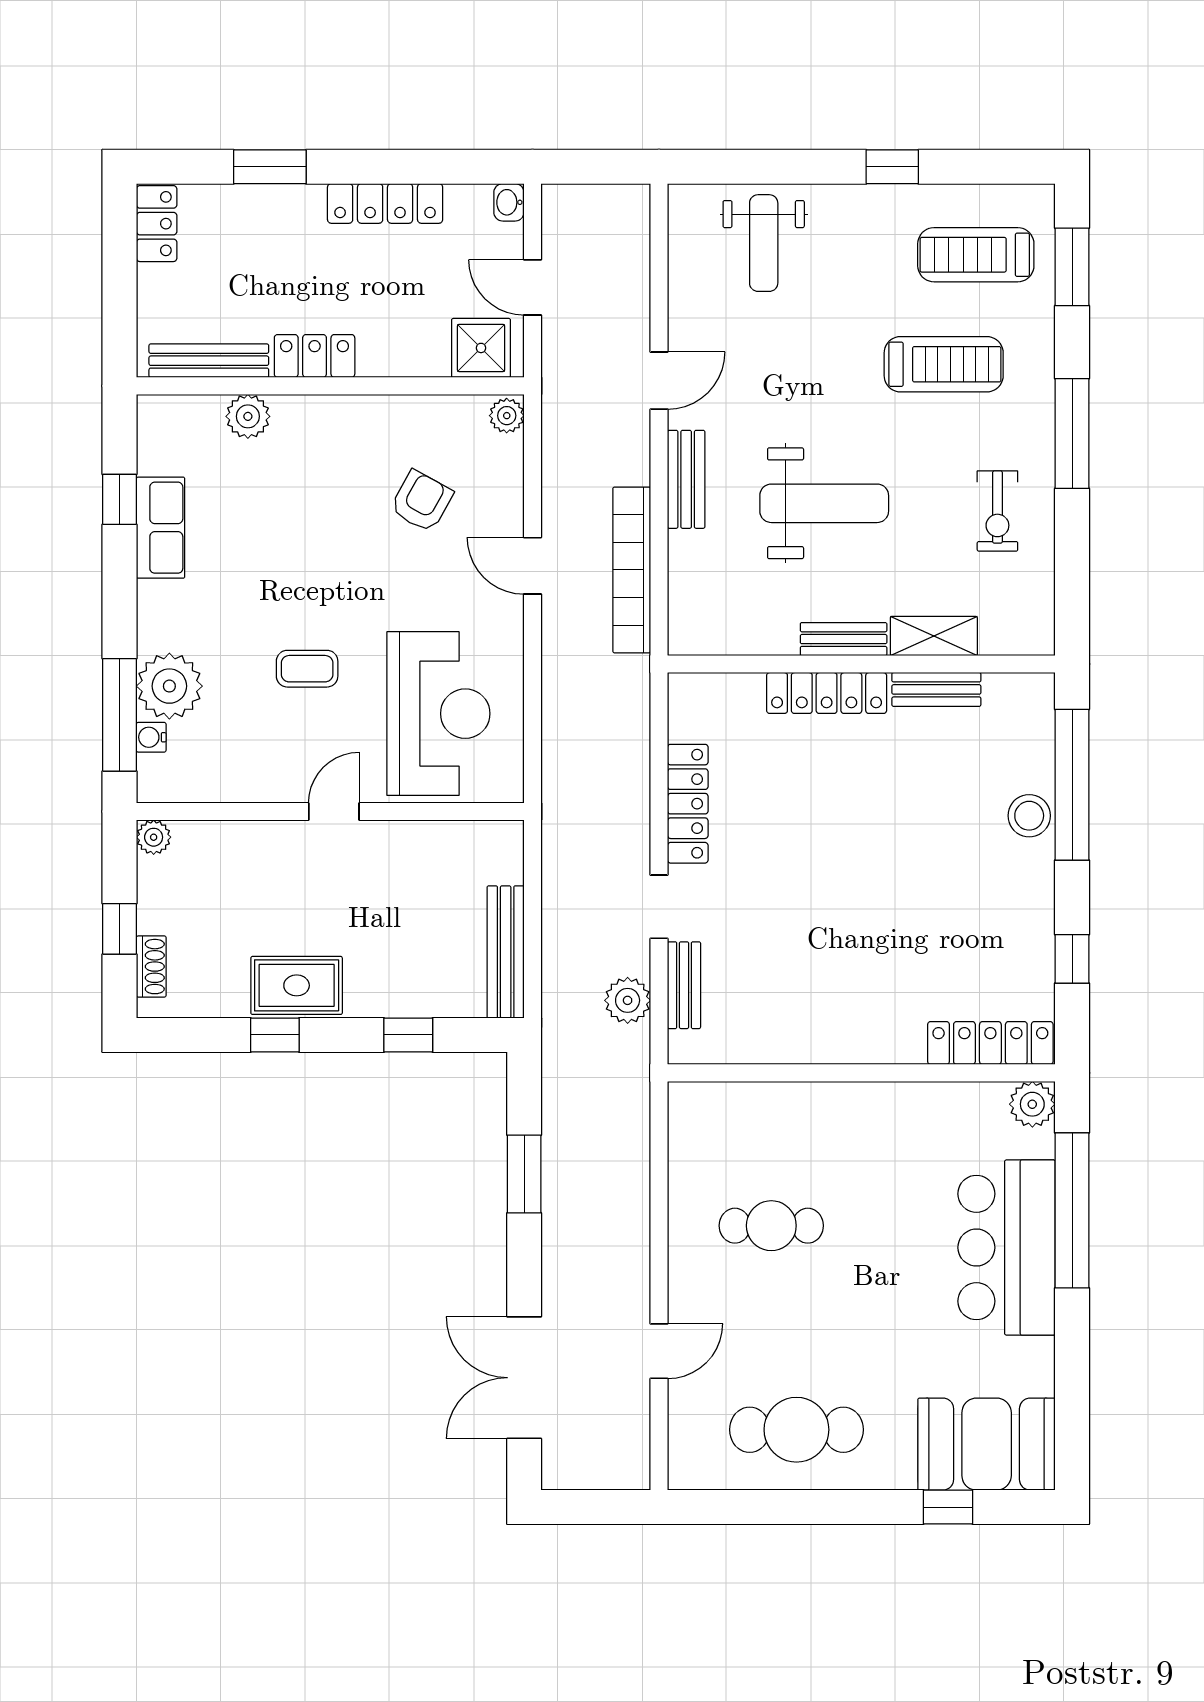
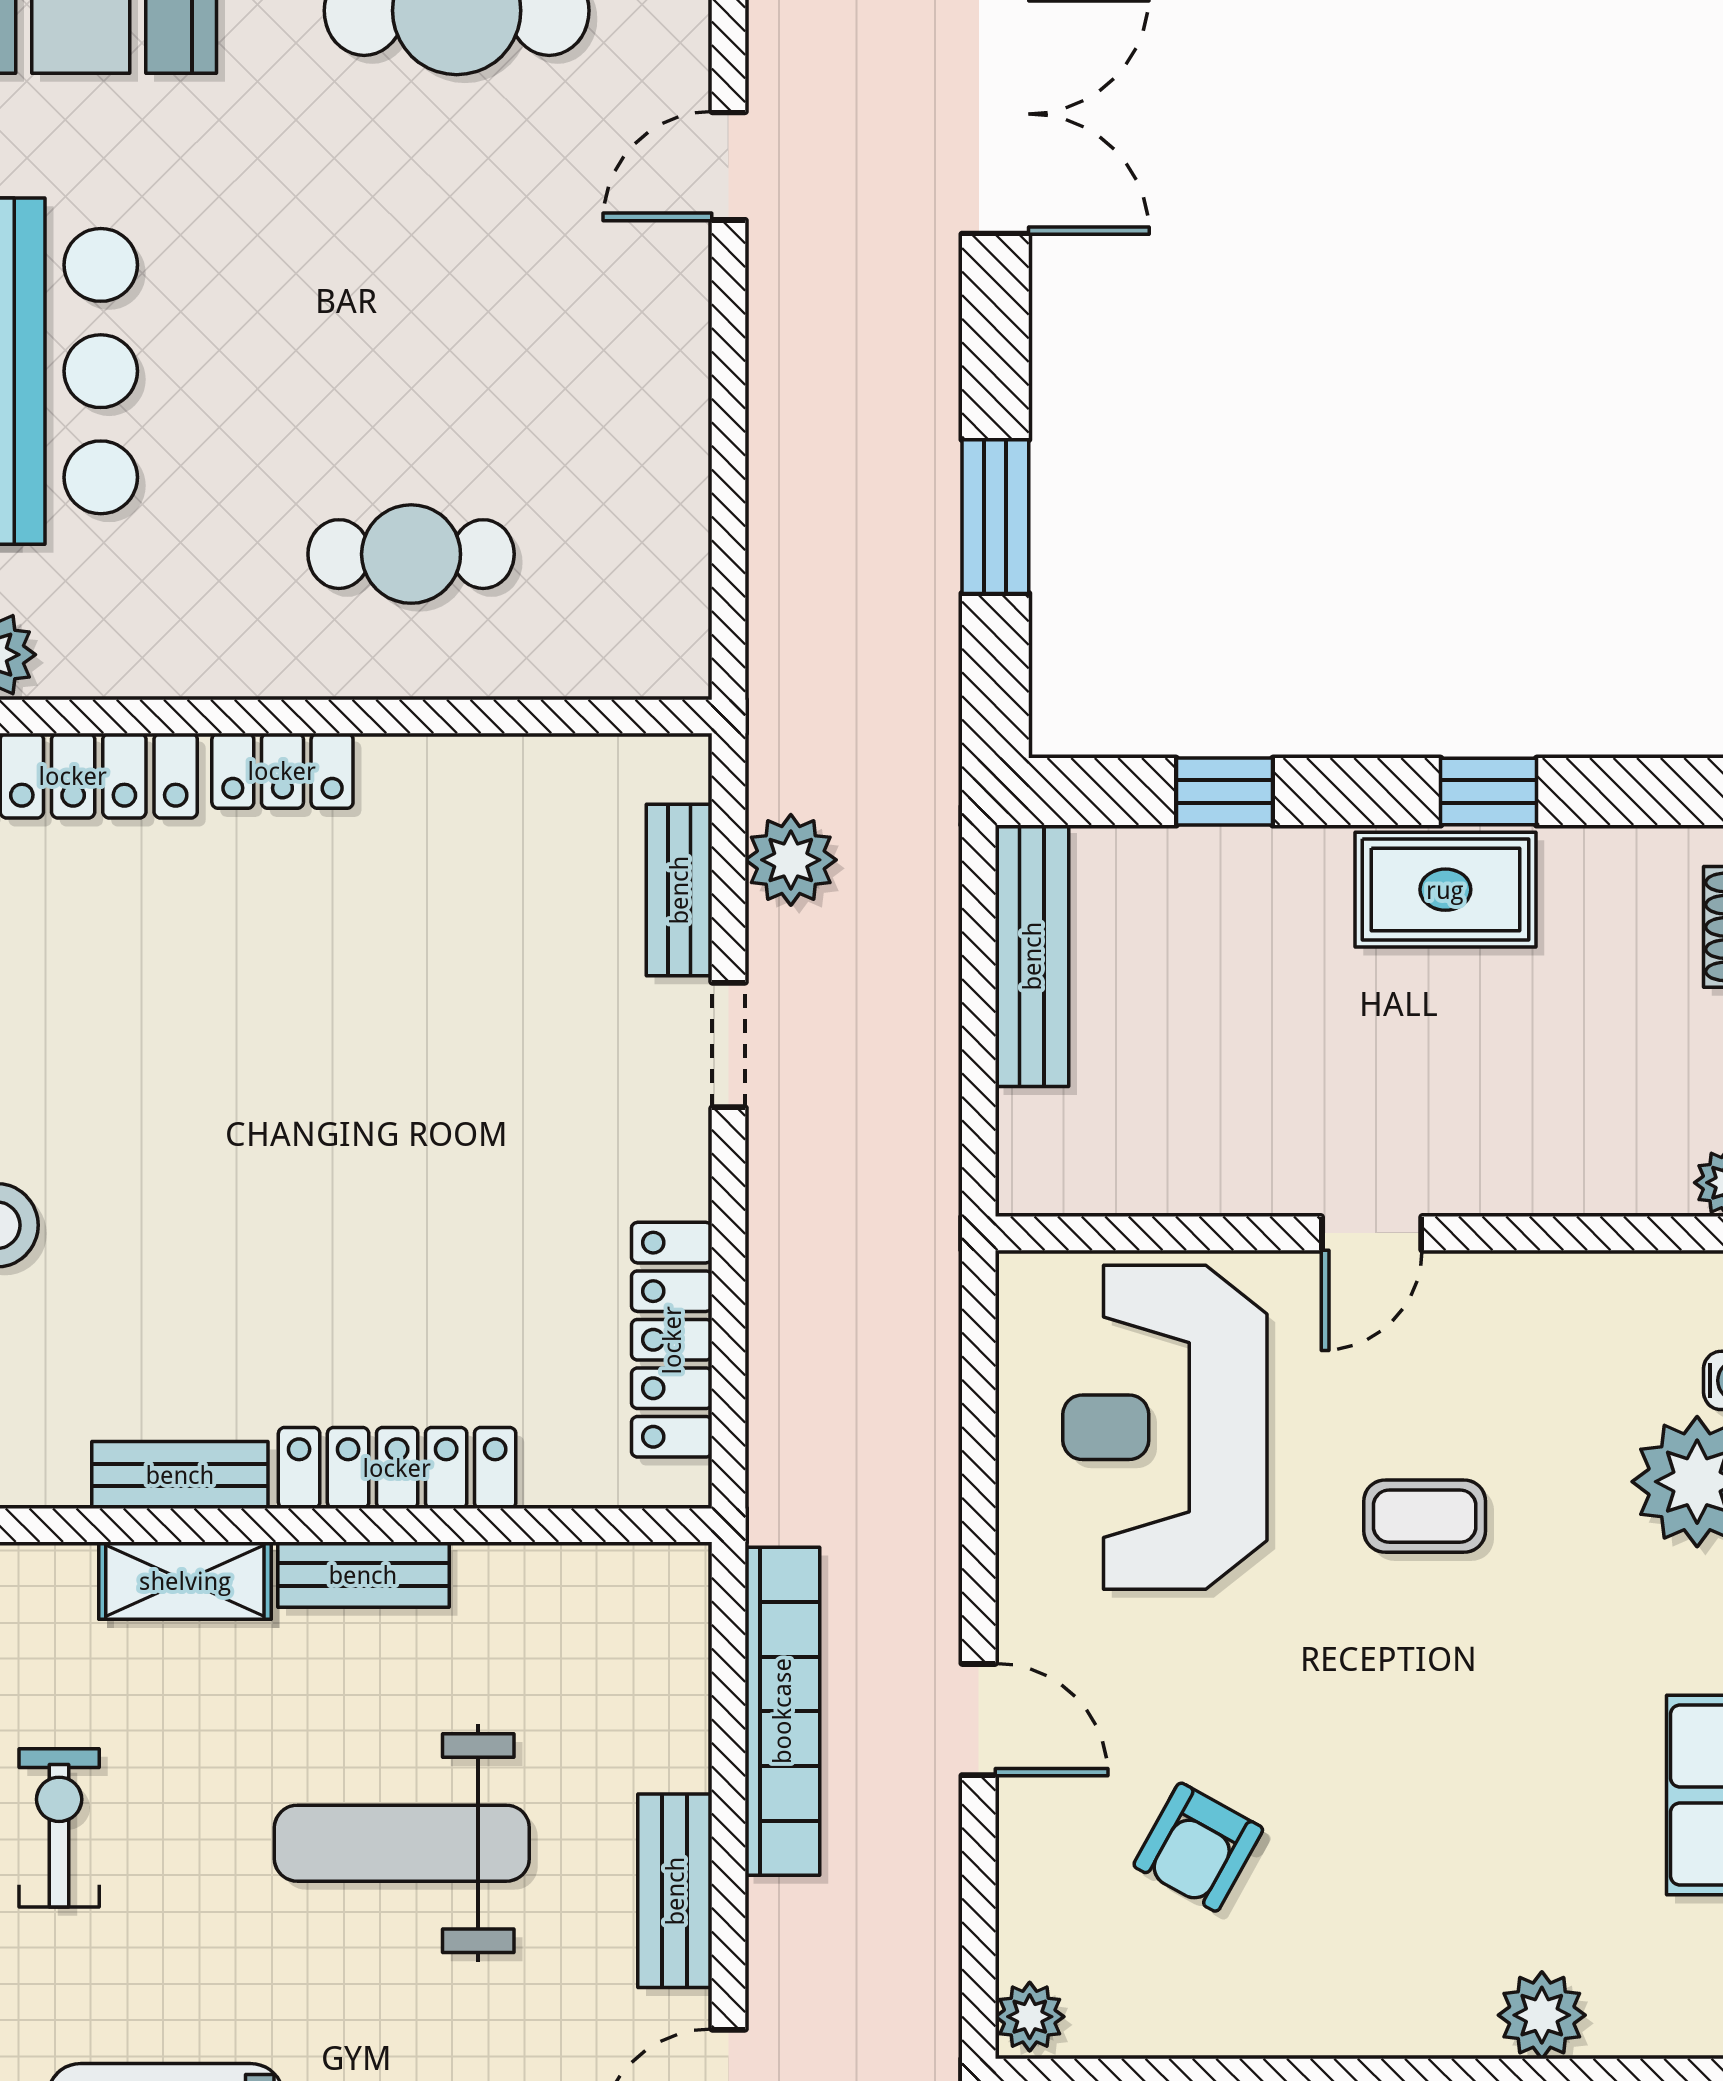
locker: (688, 804) -> (672, 1340), moved
locker: (885, 1045) -> (282, 771), added
cafe table: (771, 1226) -> (411, 554), moved

